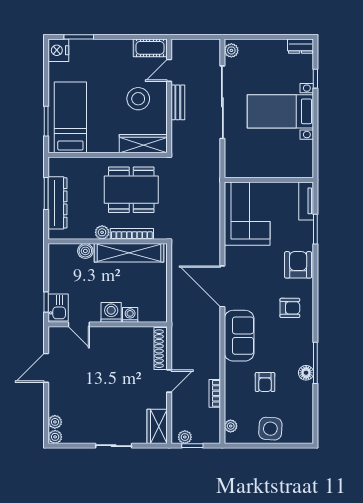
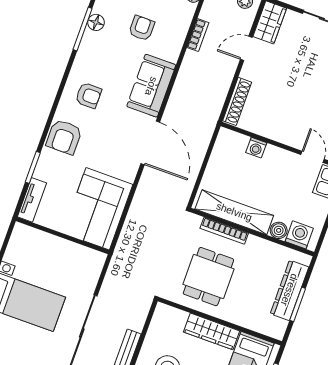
wardrobe: (143, 144) -> (212, 331), moved
dining table: (131, 190) -> (208, 277), width x0.73
plant: (102, 232) -> (254, 243), removed
armchair: (290, 308) -> (89, 95), turned 180
washing machine: (111, 312) -> (299, 235), moved, turned 180
door: (169, 381) -> (246, 48), moved

